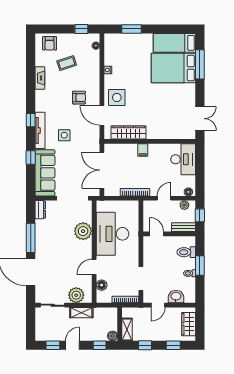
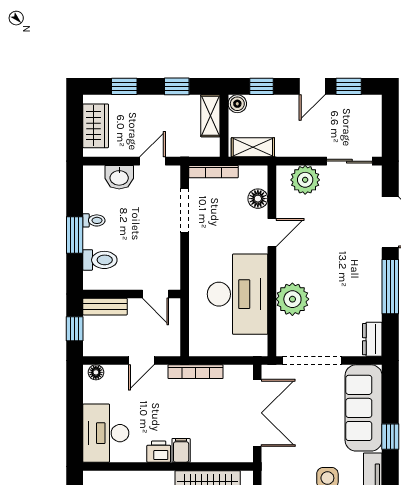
printer: (155, 149) -> (159, 452), added
plant: (184, 205) -> (103, 348), removed
shelving: (81, 313) -> (253, 147), moved

